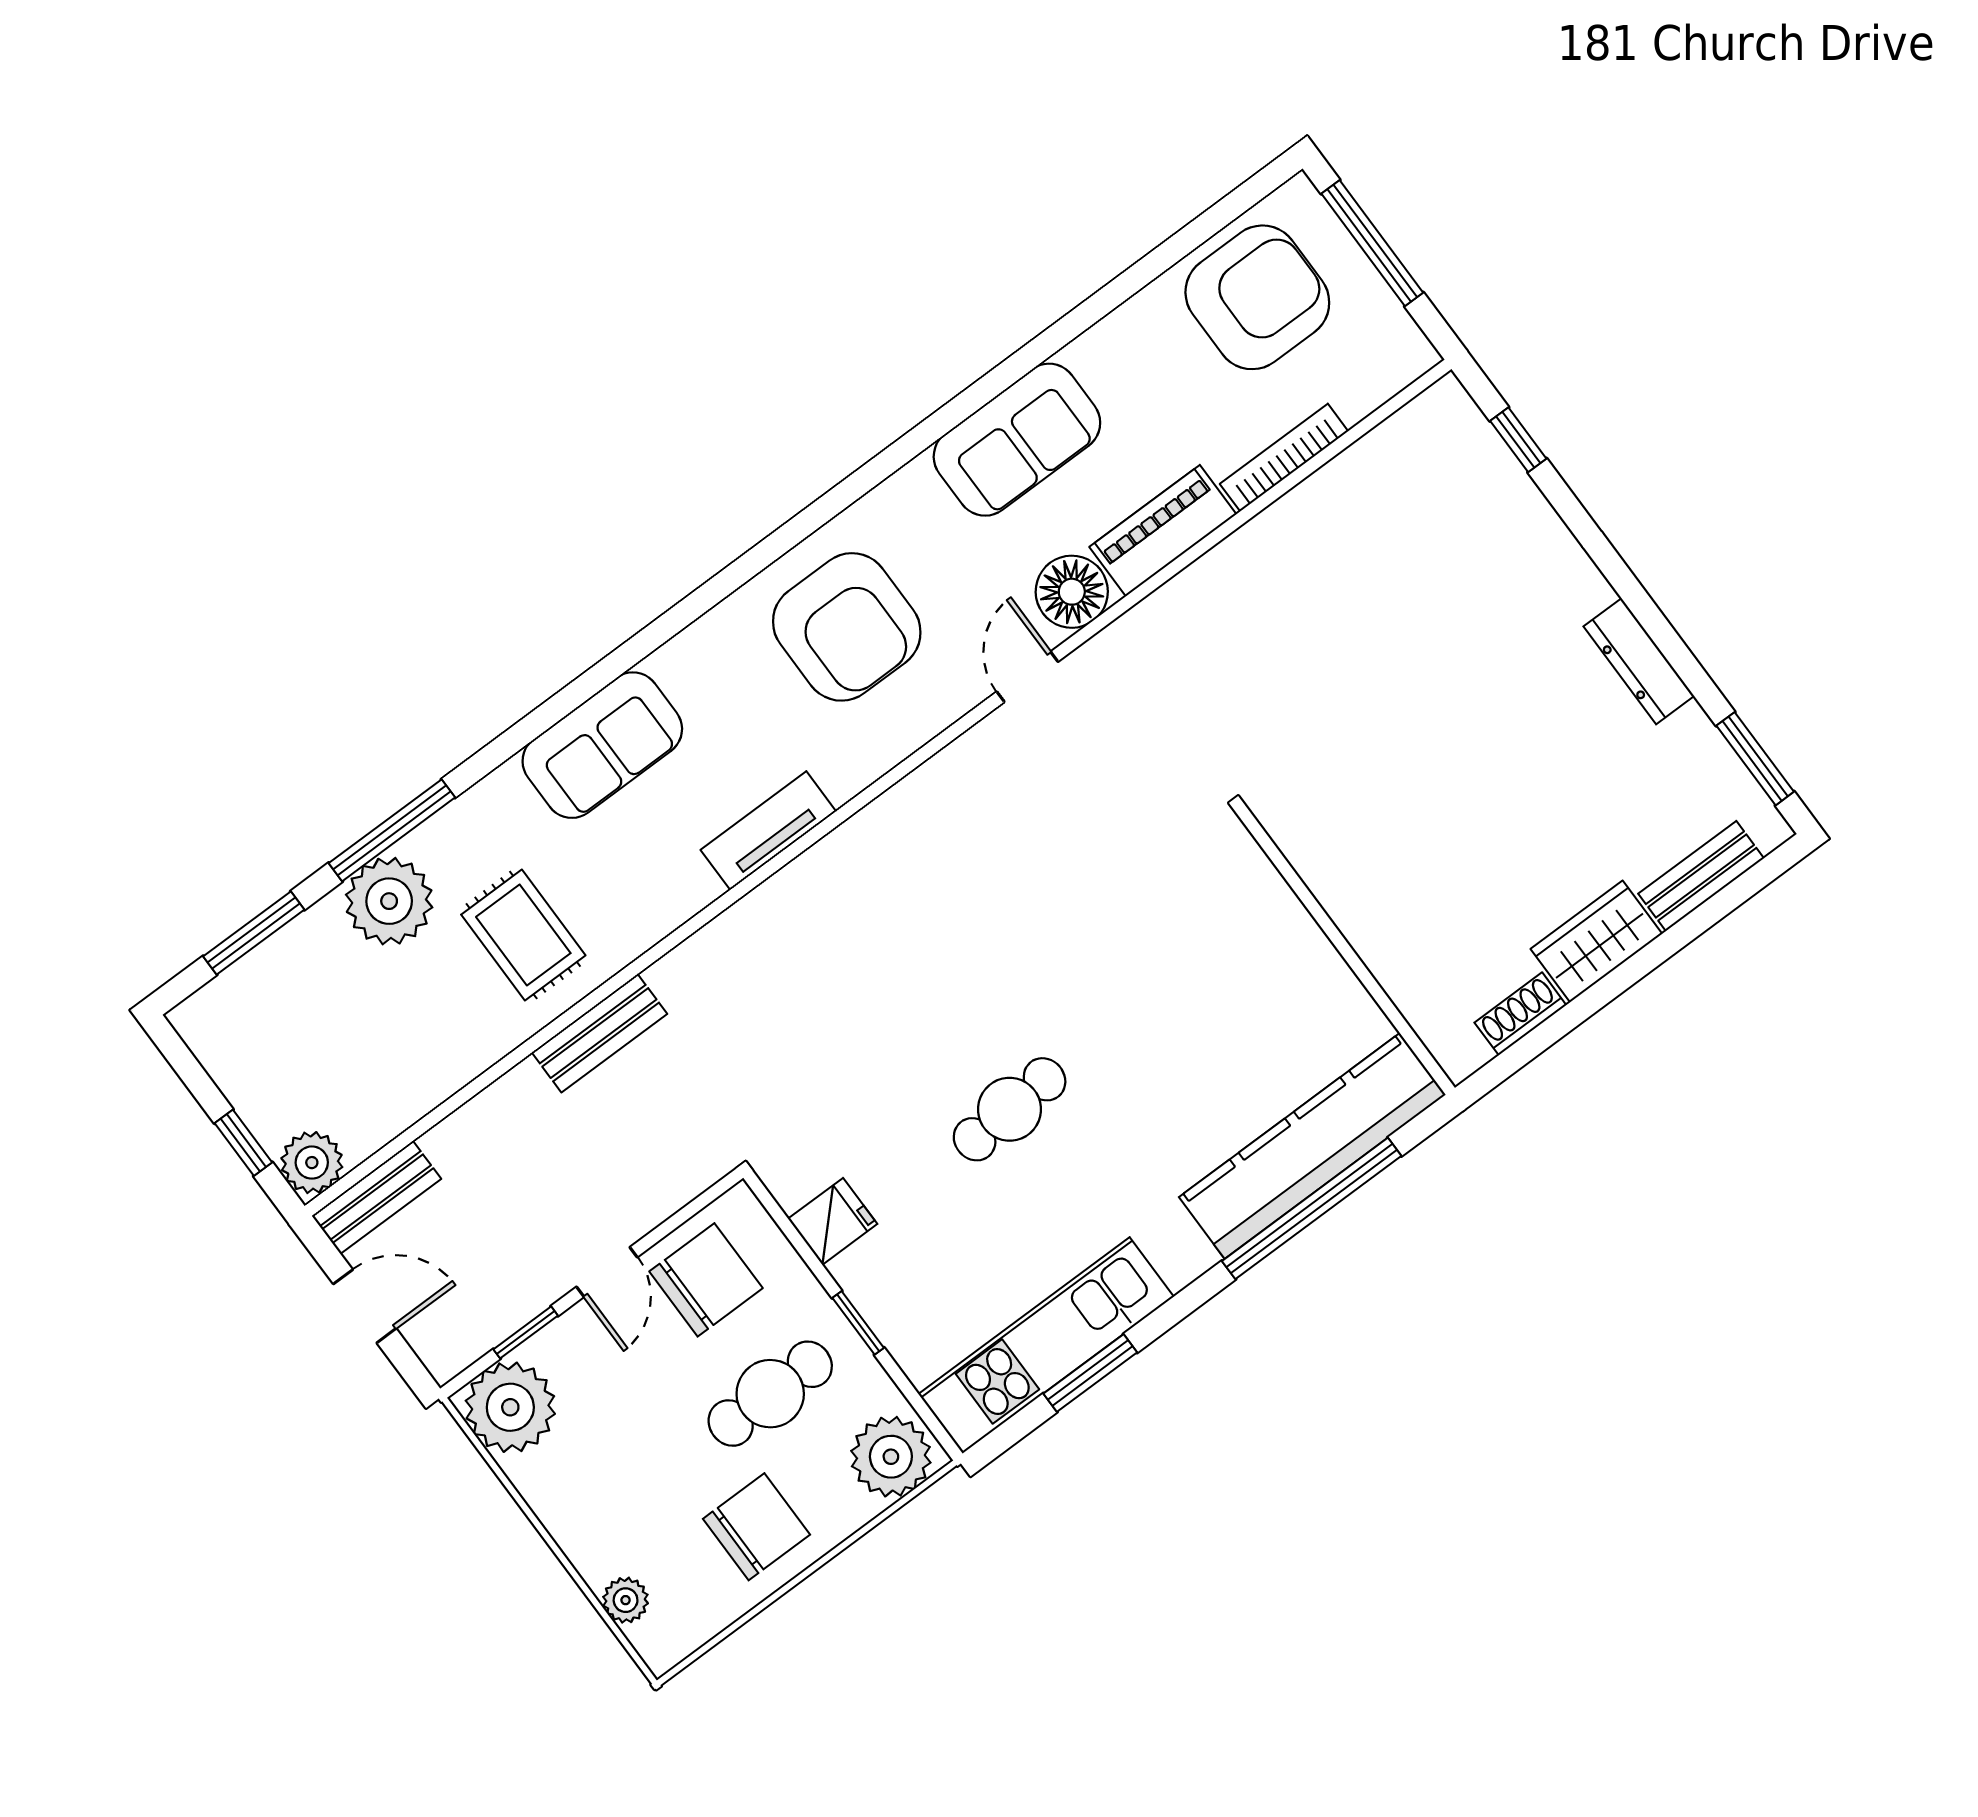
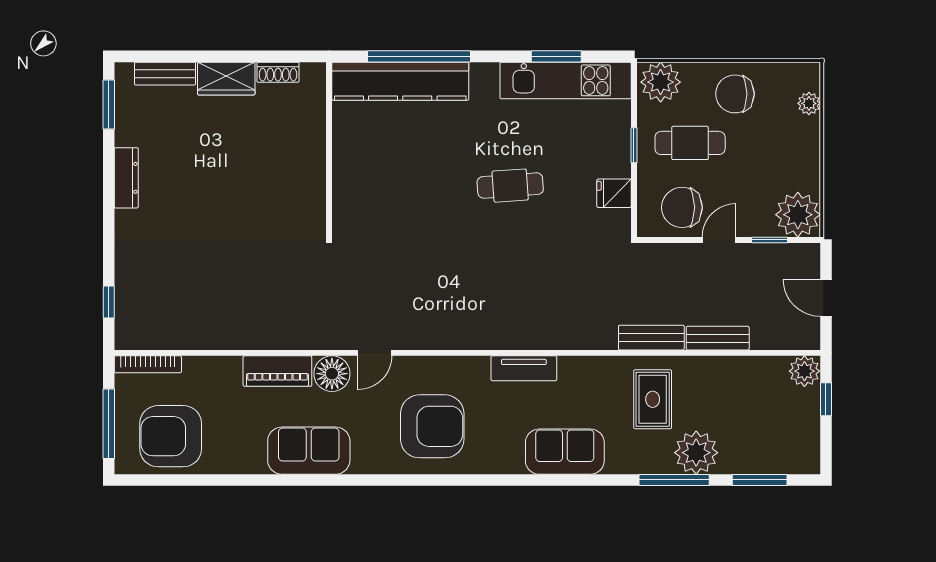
bookcase: (1284, 458) -> (148, 364), moved
armchair: (847, 627) -> (432, 426), turned 90
bench: (376, 1197) -> (718, 338), moved

